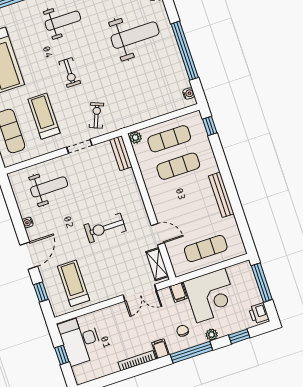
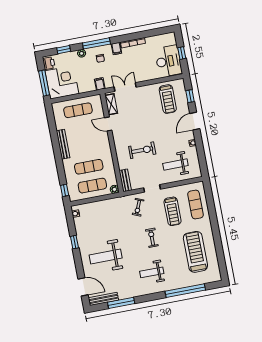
window: (185, 51) -> (74, 242), width x0.32
exercise bike: (105, 228) -> (142, 150), moved
corner desk: (211, 295) -> (62, 82), moved, turned 90

